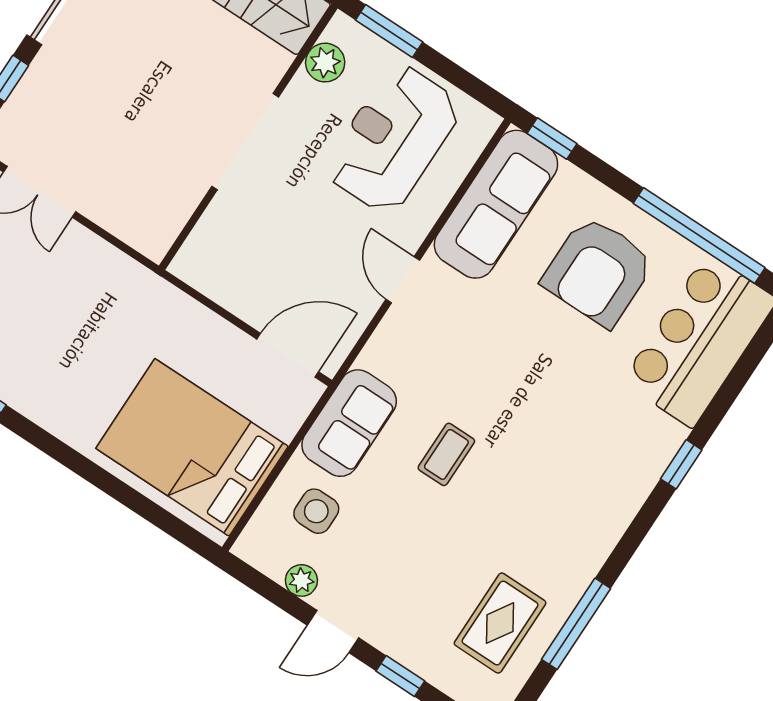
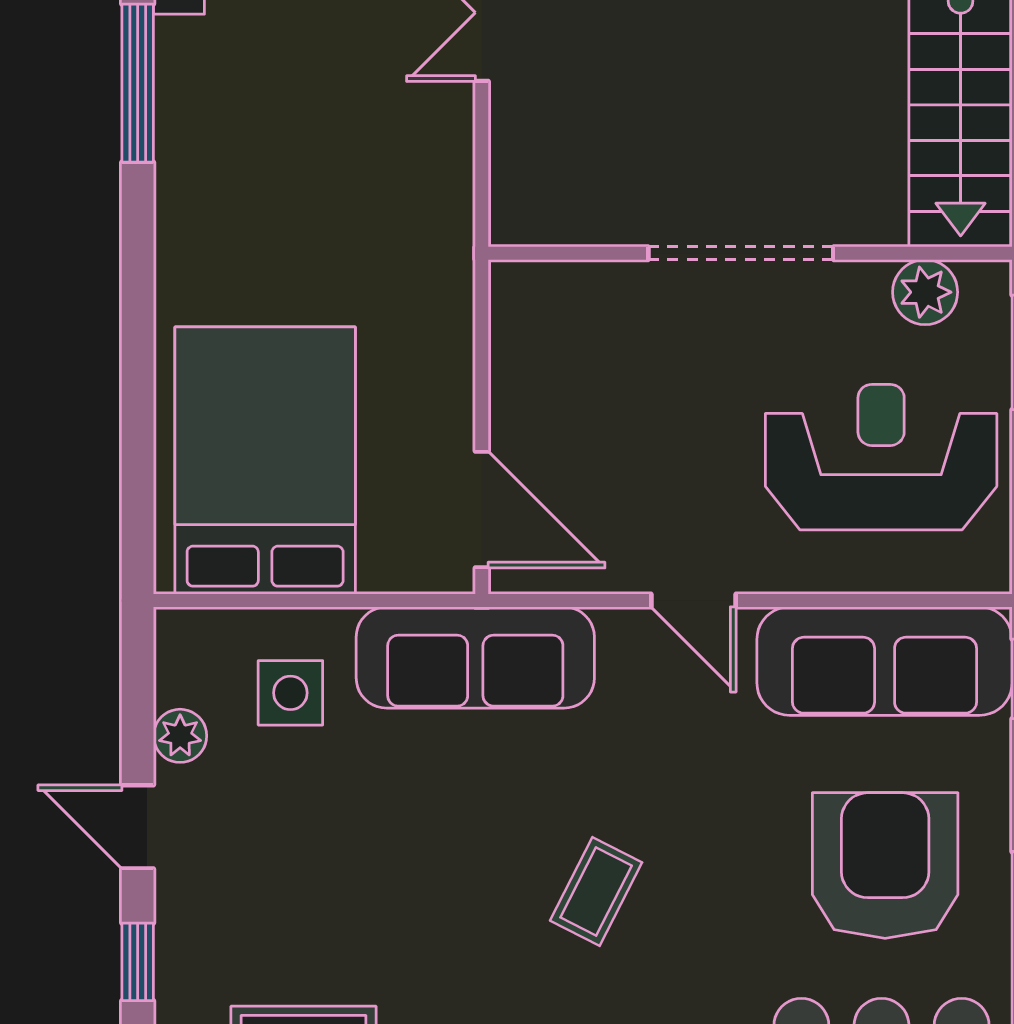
armchair: (598, 271) -> (885, 866), turned 90
door: (403, 280) -> (693, 601), swing flipped
sofa: (349, 423) -> (475, 657), width x1.36
coffee table: (446, 454) -> (596, 891), moved, turned -63

